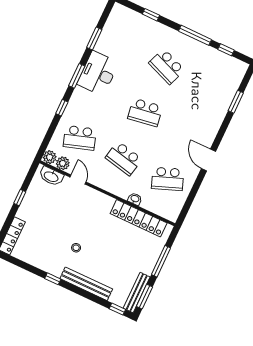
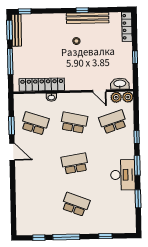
window: (236, 102) -> (12, 126), moved
school desk: (168, 179) -> (35, 123), turned 39
bench: (86, 284) -> (88, 18), moved

